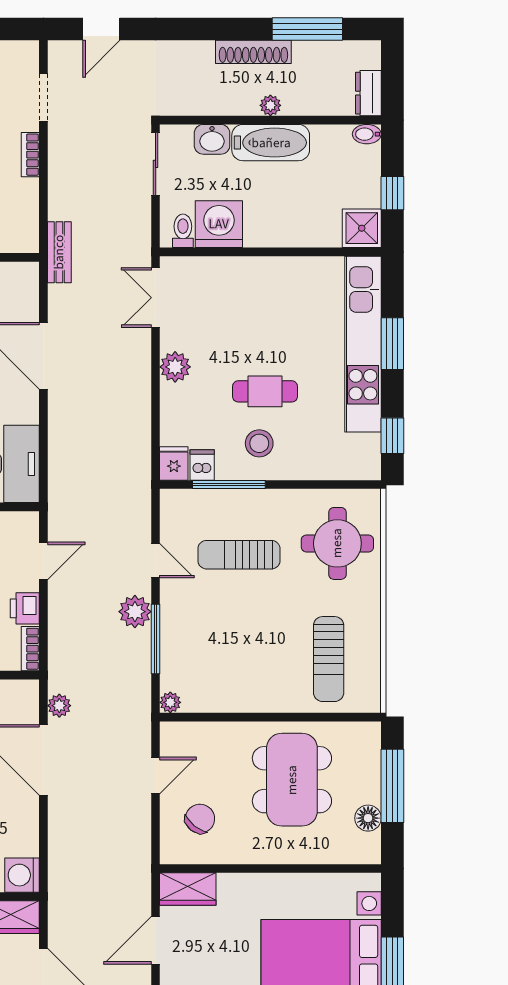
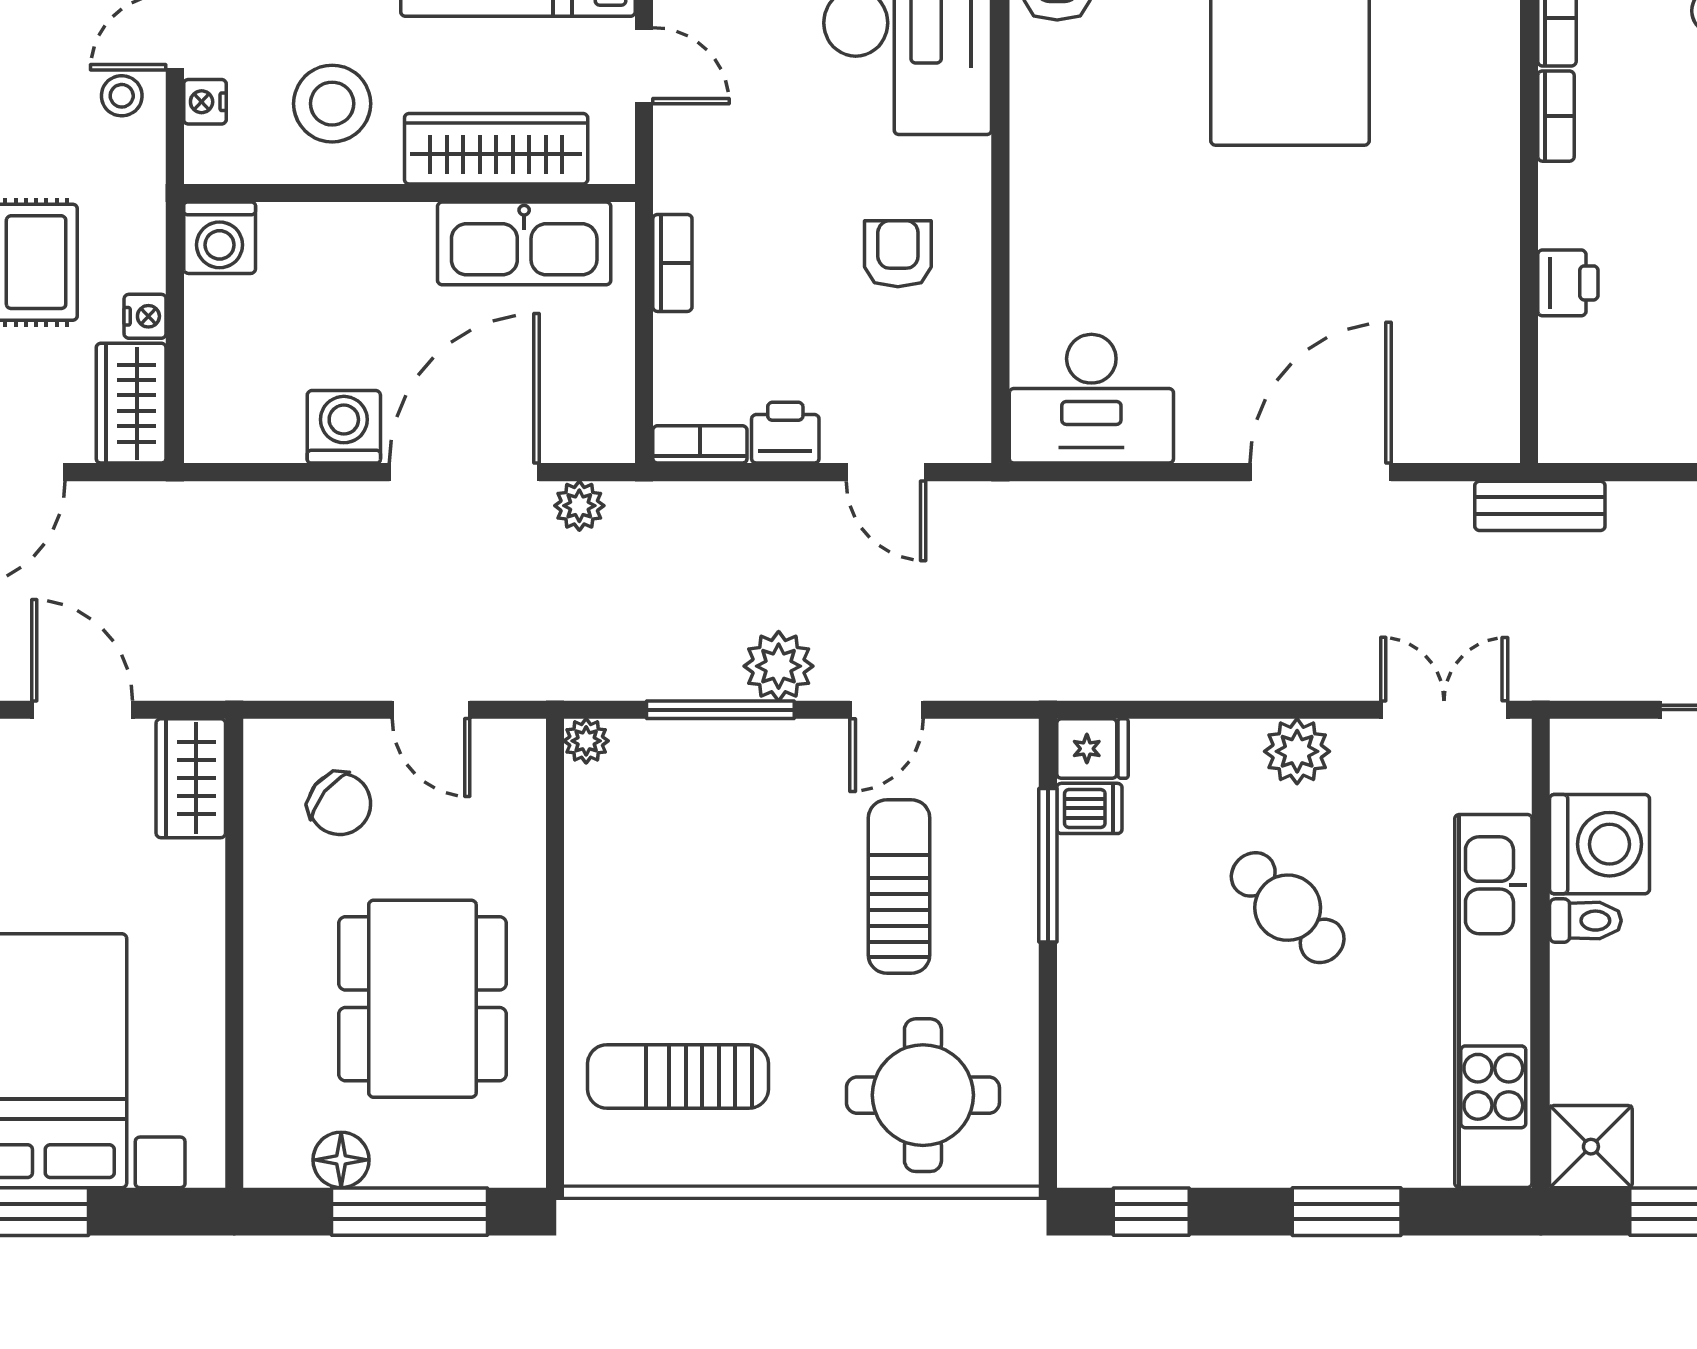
toilet: (183, 231) -> (1585, 921), moved
kitchen unit: (363, 344) -> (1493, 1001), moved, turned -90
cafe table: (265, 391) -> (1288, 908), moved, turned -46
stool: (259, 443) -> (1135, 929), removed
dining table: (292, 780) -> (422, 999), turned 90
washing machine: (22, 875) -> (344, 427), moved

